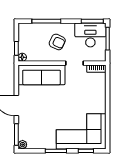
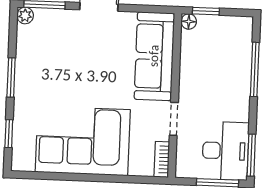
armchair: (57, 42) -> (215, 88), removed
corner sofa: (81, 131) -> (83, 141), moved, turned -90

